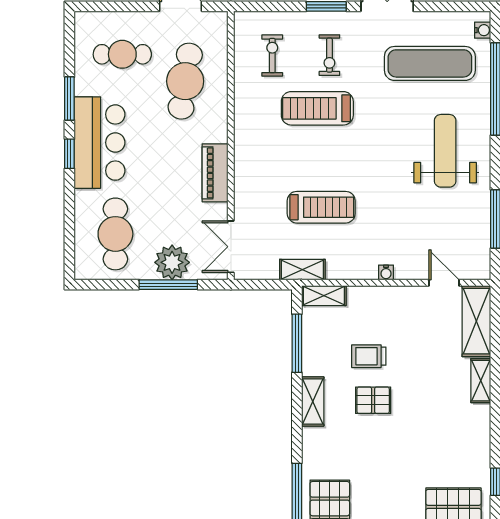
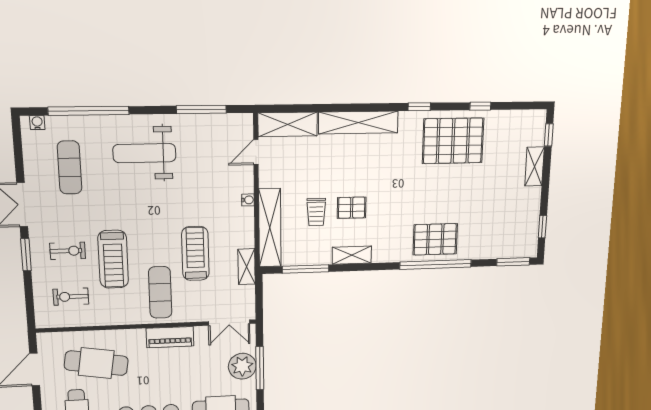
exercise mat: (430, 63) -> (69, 167), width x0.73, depth x0.69
exercise mat: (273, 163) -> (160, 292), added
shelving: (324, 296) -> (270, 228), width x2.20, depth x1.33
shelving: (481, 381) -> (358, 122), width x2.20, depth x1.33
pallet: (373, 400) -> (352, 208), turned 90

